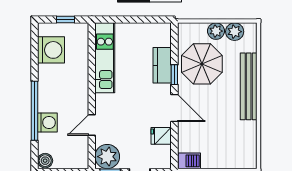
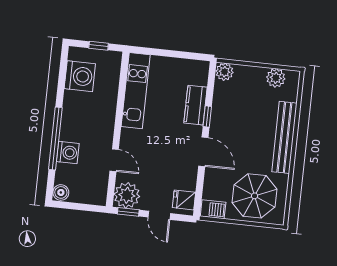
plant: (216, 31) -> (224, 72), moved
parasol: (202, 64) -> (255, 196), moved
door: (92, 125) -> (114, 160), swing flipped
fridge: (161, 136) -> (184, 200), moved

